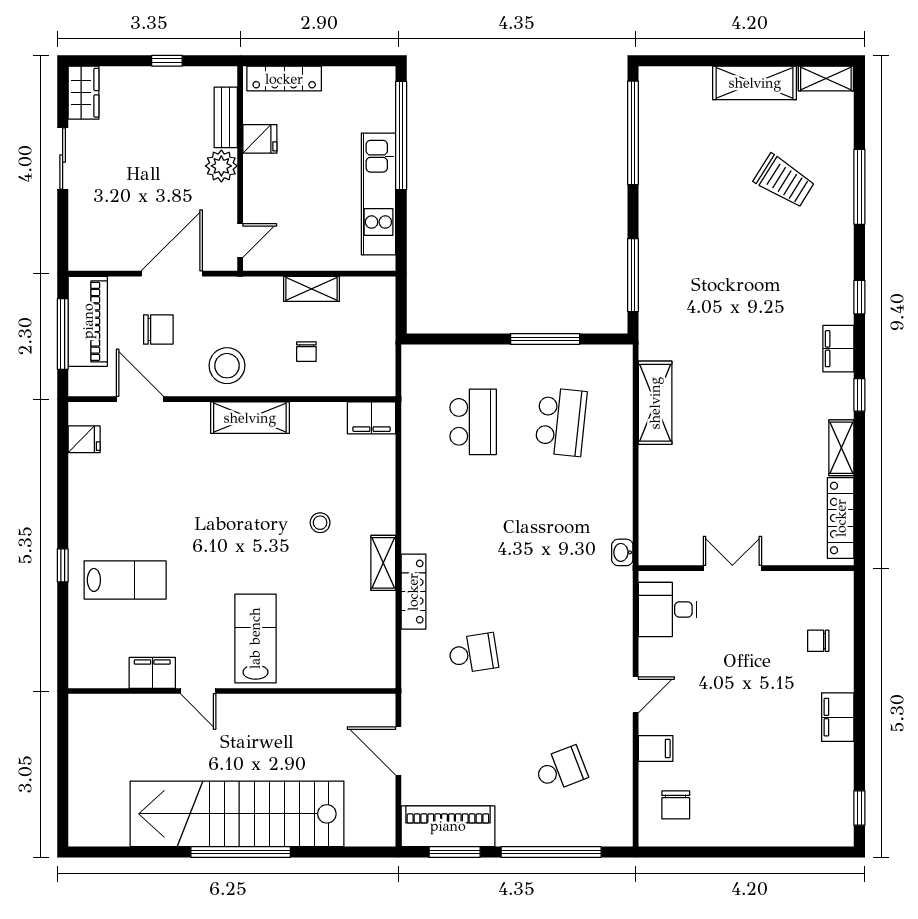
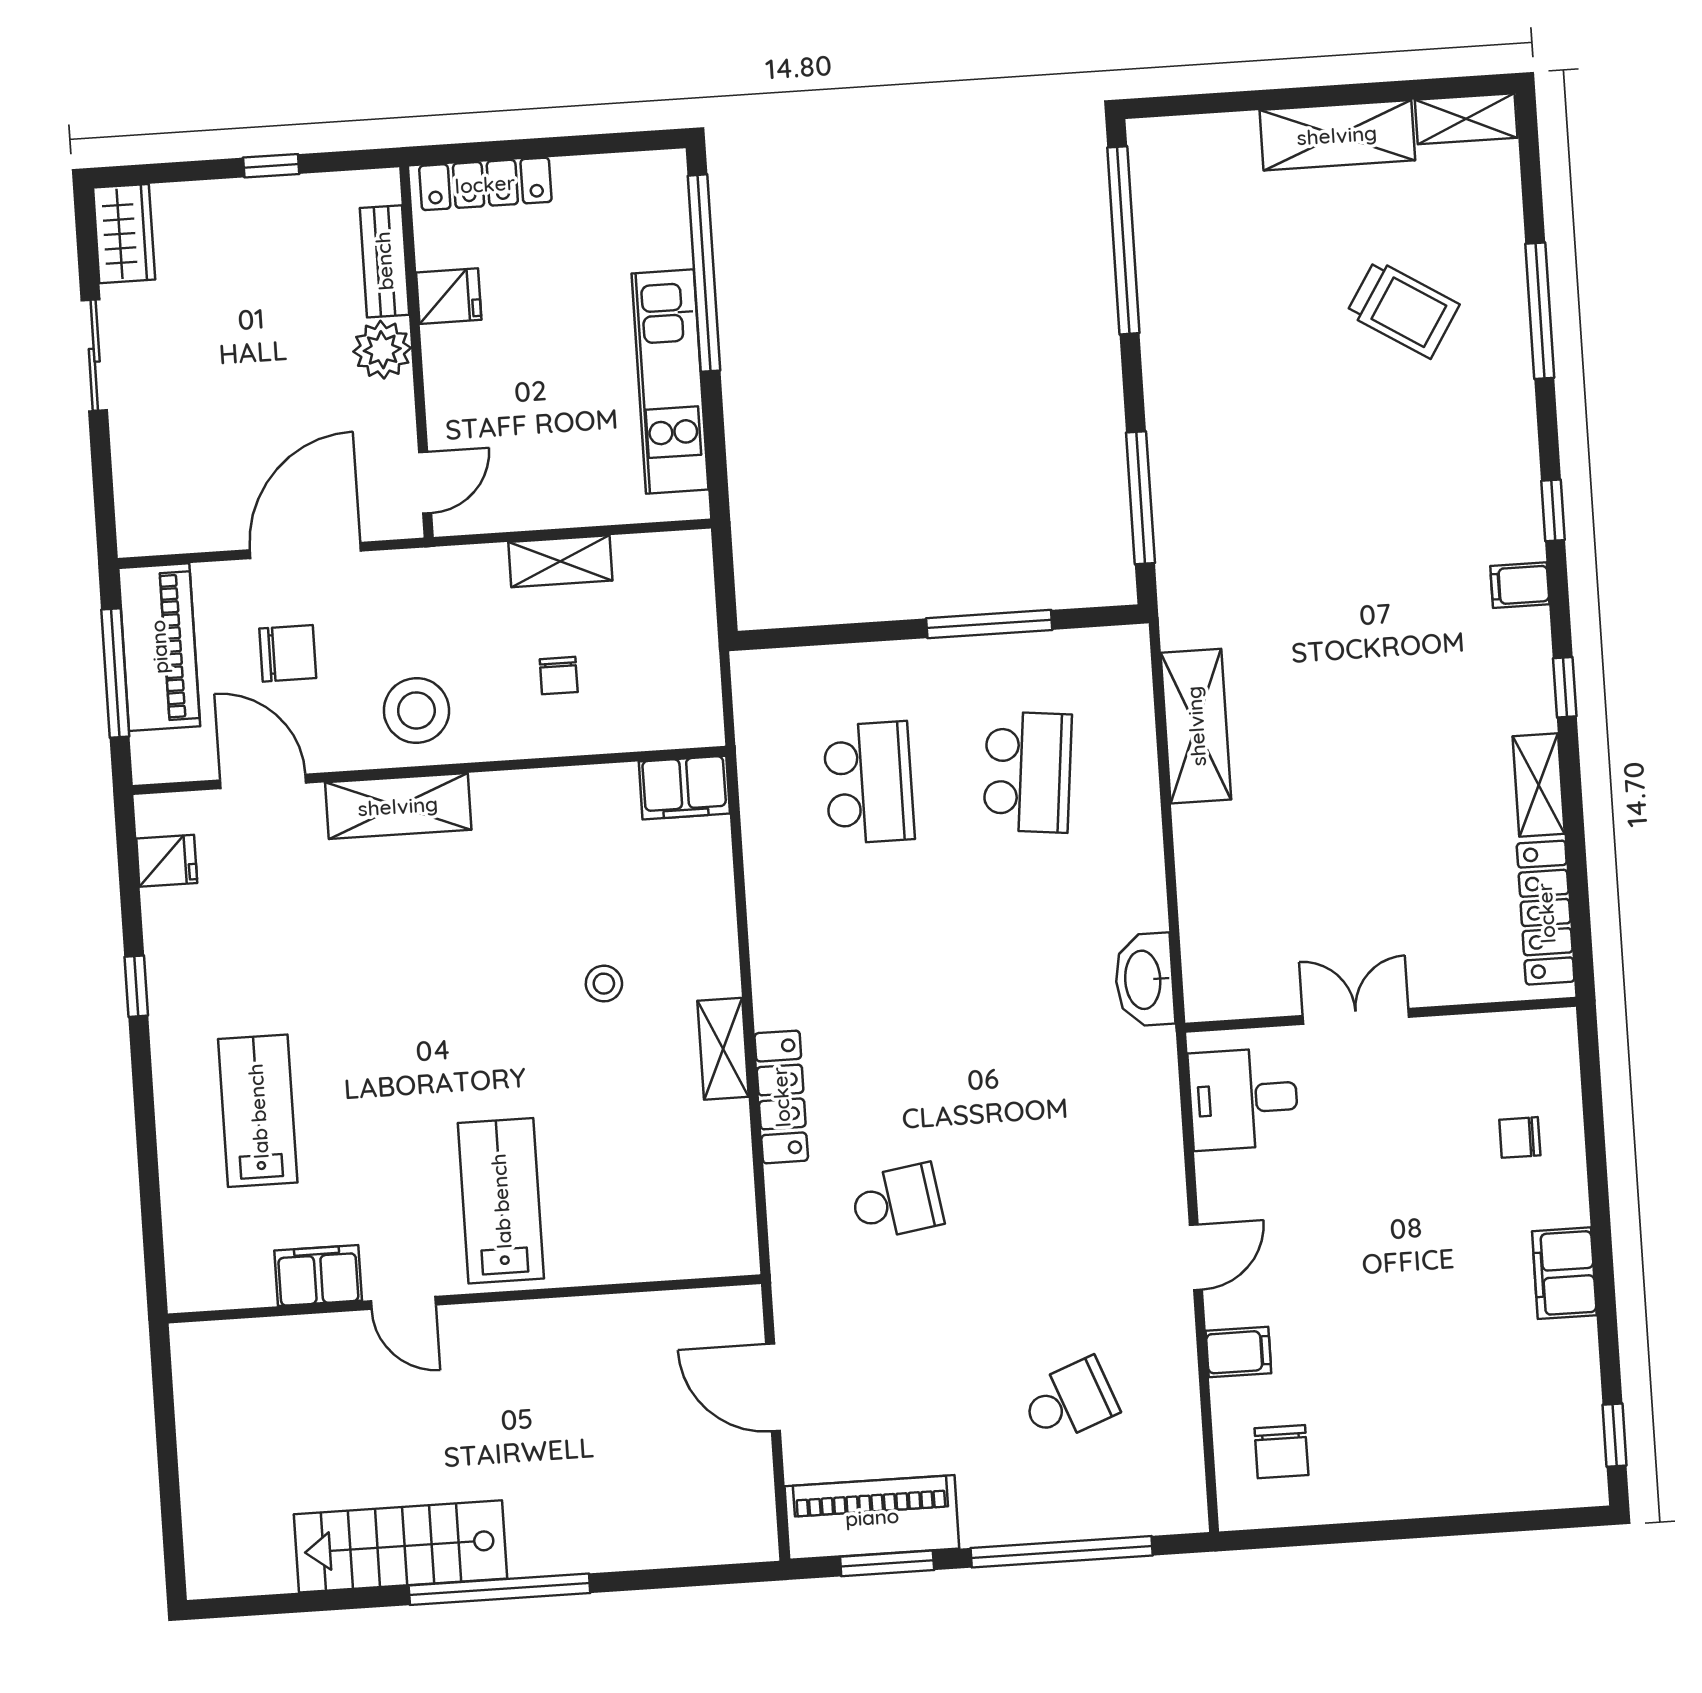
filing cabinet: (838, 349) -> (1520, 585), width x0.50
shelving: (250, 418) -> (398, 806), moved
washbasin: (622, 552) -> (1144, 980), width x1.91, depth x1.45
window: (63, 565) -> (136, 986), moved
lab bench: (125, 580) -> (258, 1111), turned -90
stairs: (237, 814) -> (401, 1546), width x0.54, depth x0.66

